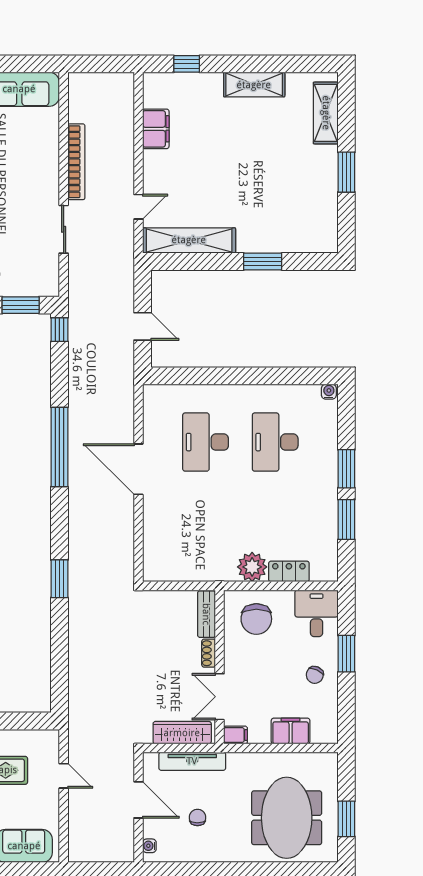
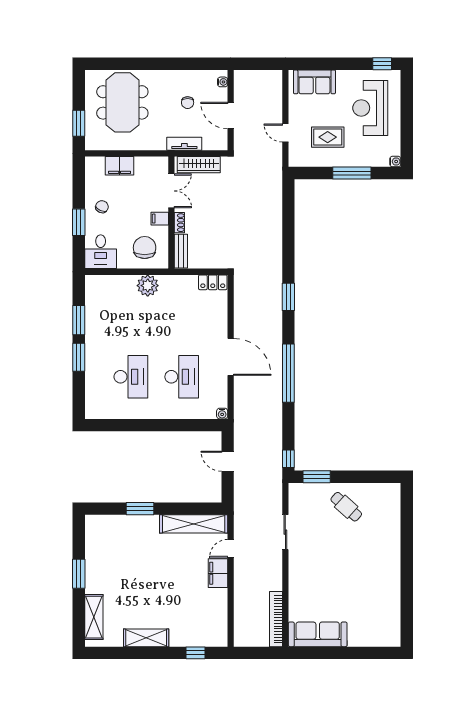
filing cabinet: (156, 129) -> (218, 573), moved
bookcase: (76, 162) -> (276, 619), moved
water cooler: (329, 392) -> (222, 414), moved
locker: (289, 571) -> (213, 282), moved
window: (59, 579) -> (288, 297), moved
filing cabinet: (236, 735) -> (160, 219), moved
tv unit: (192, 761) -> (184, 144), width x0.71
window: (346, 819) -> (79, 123), moved

